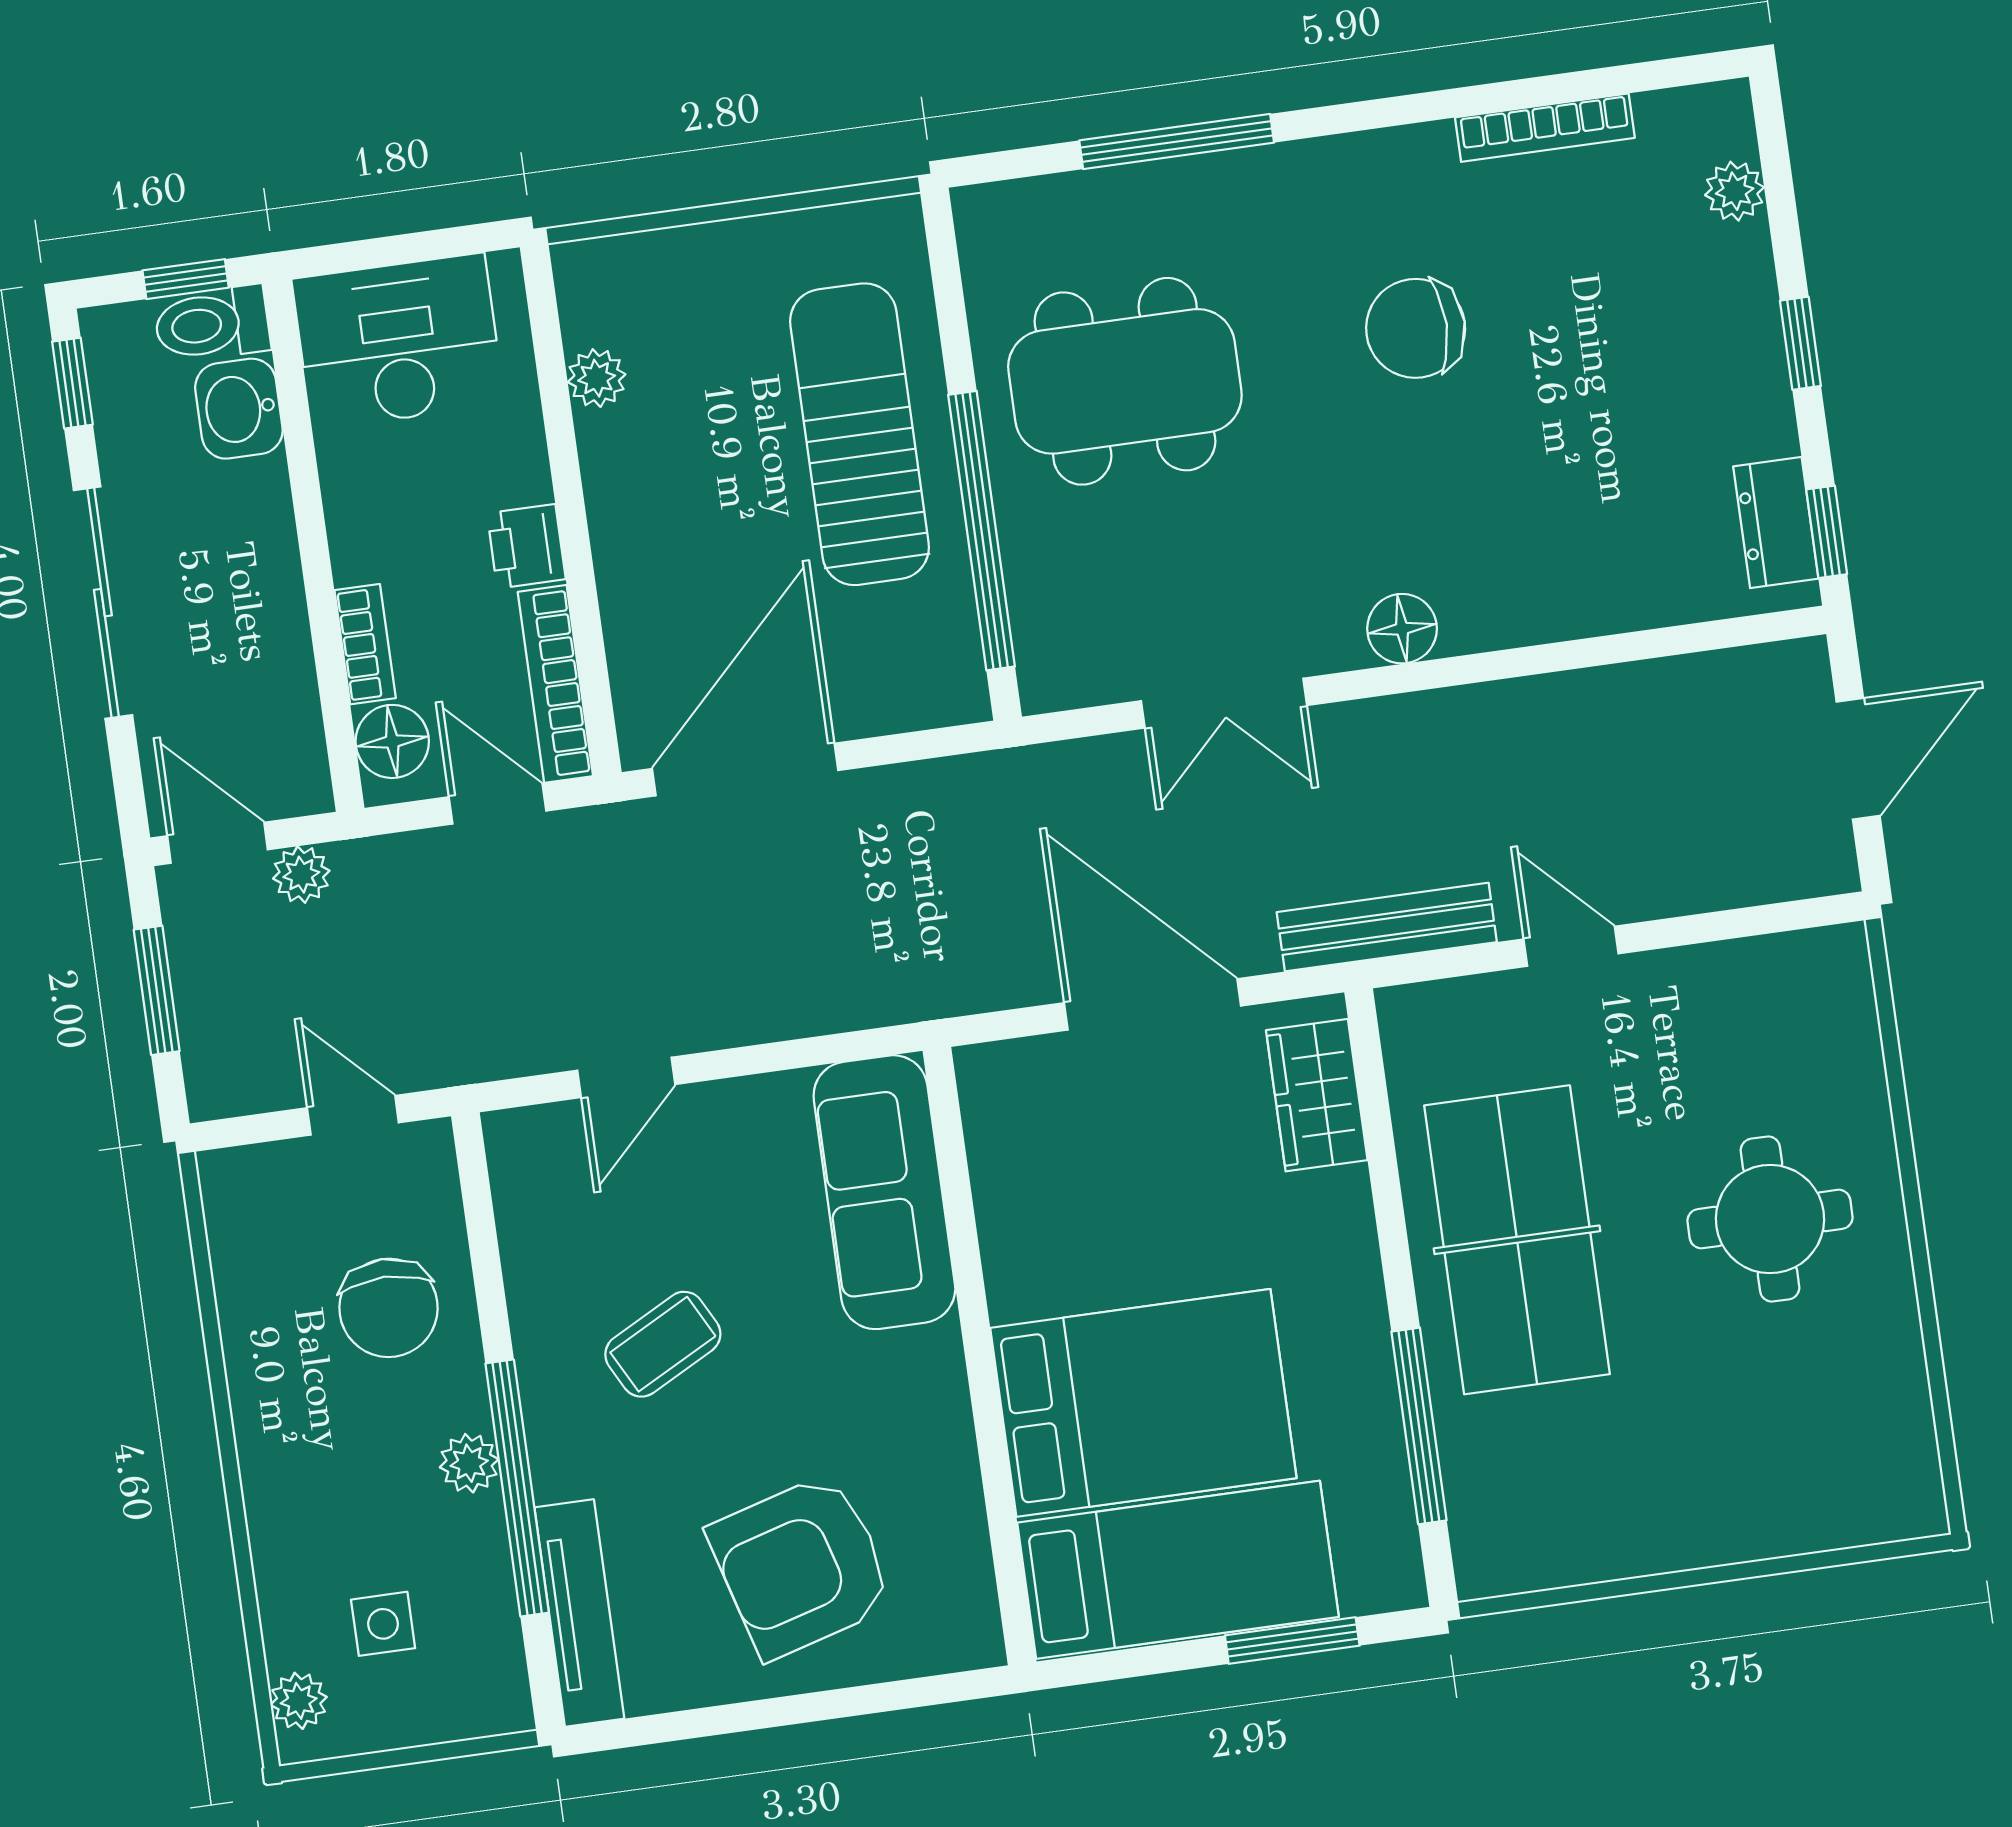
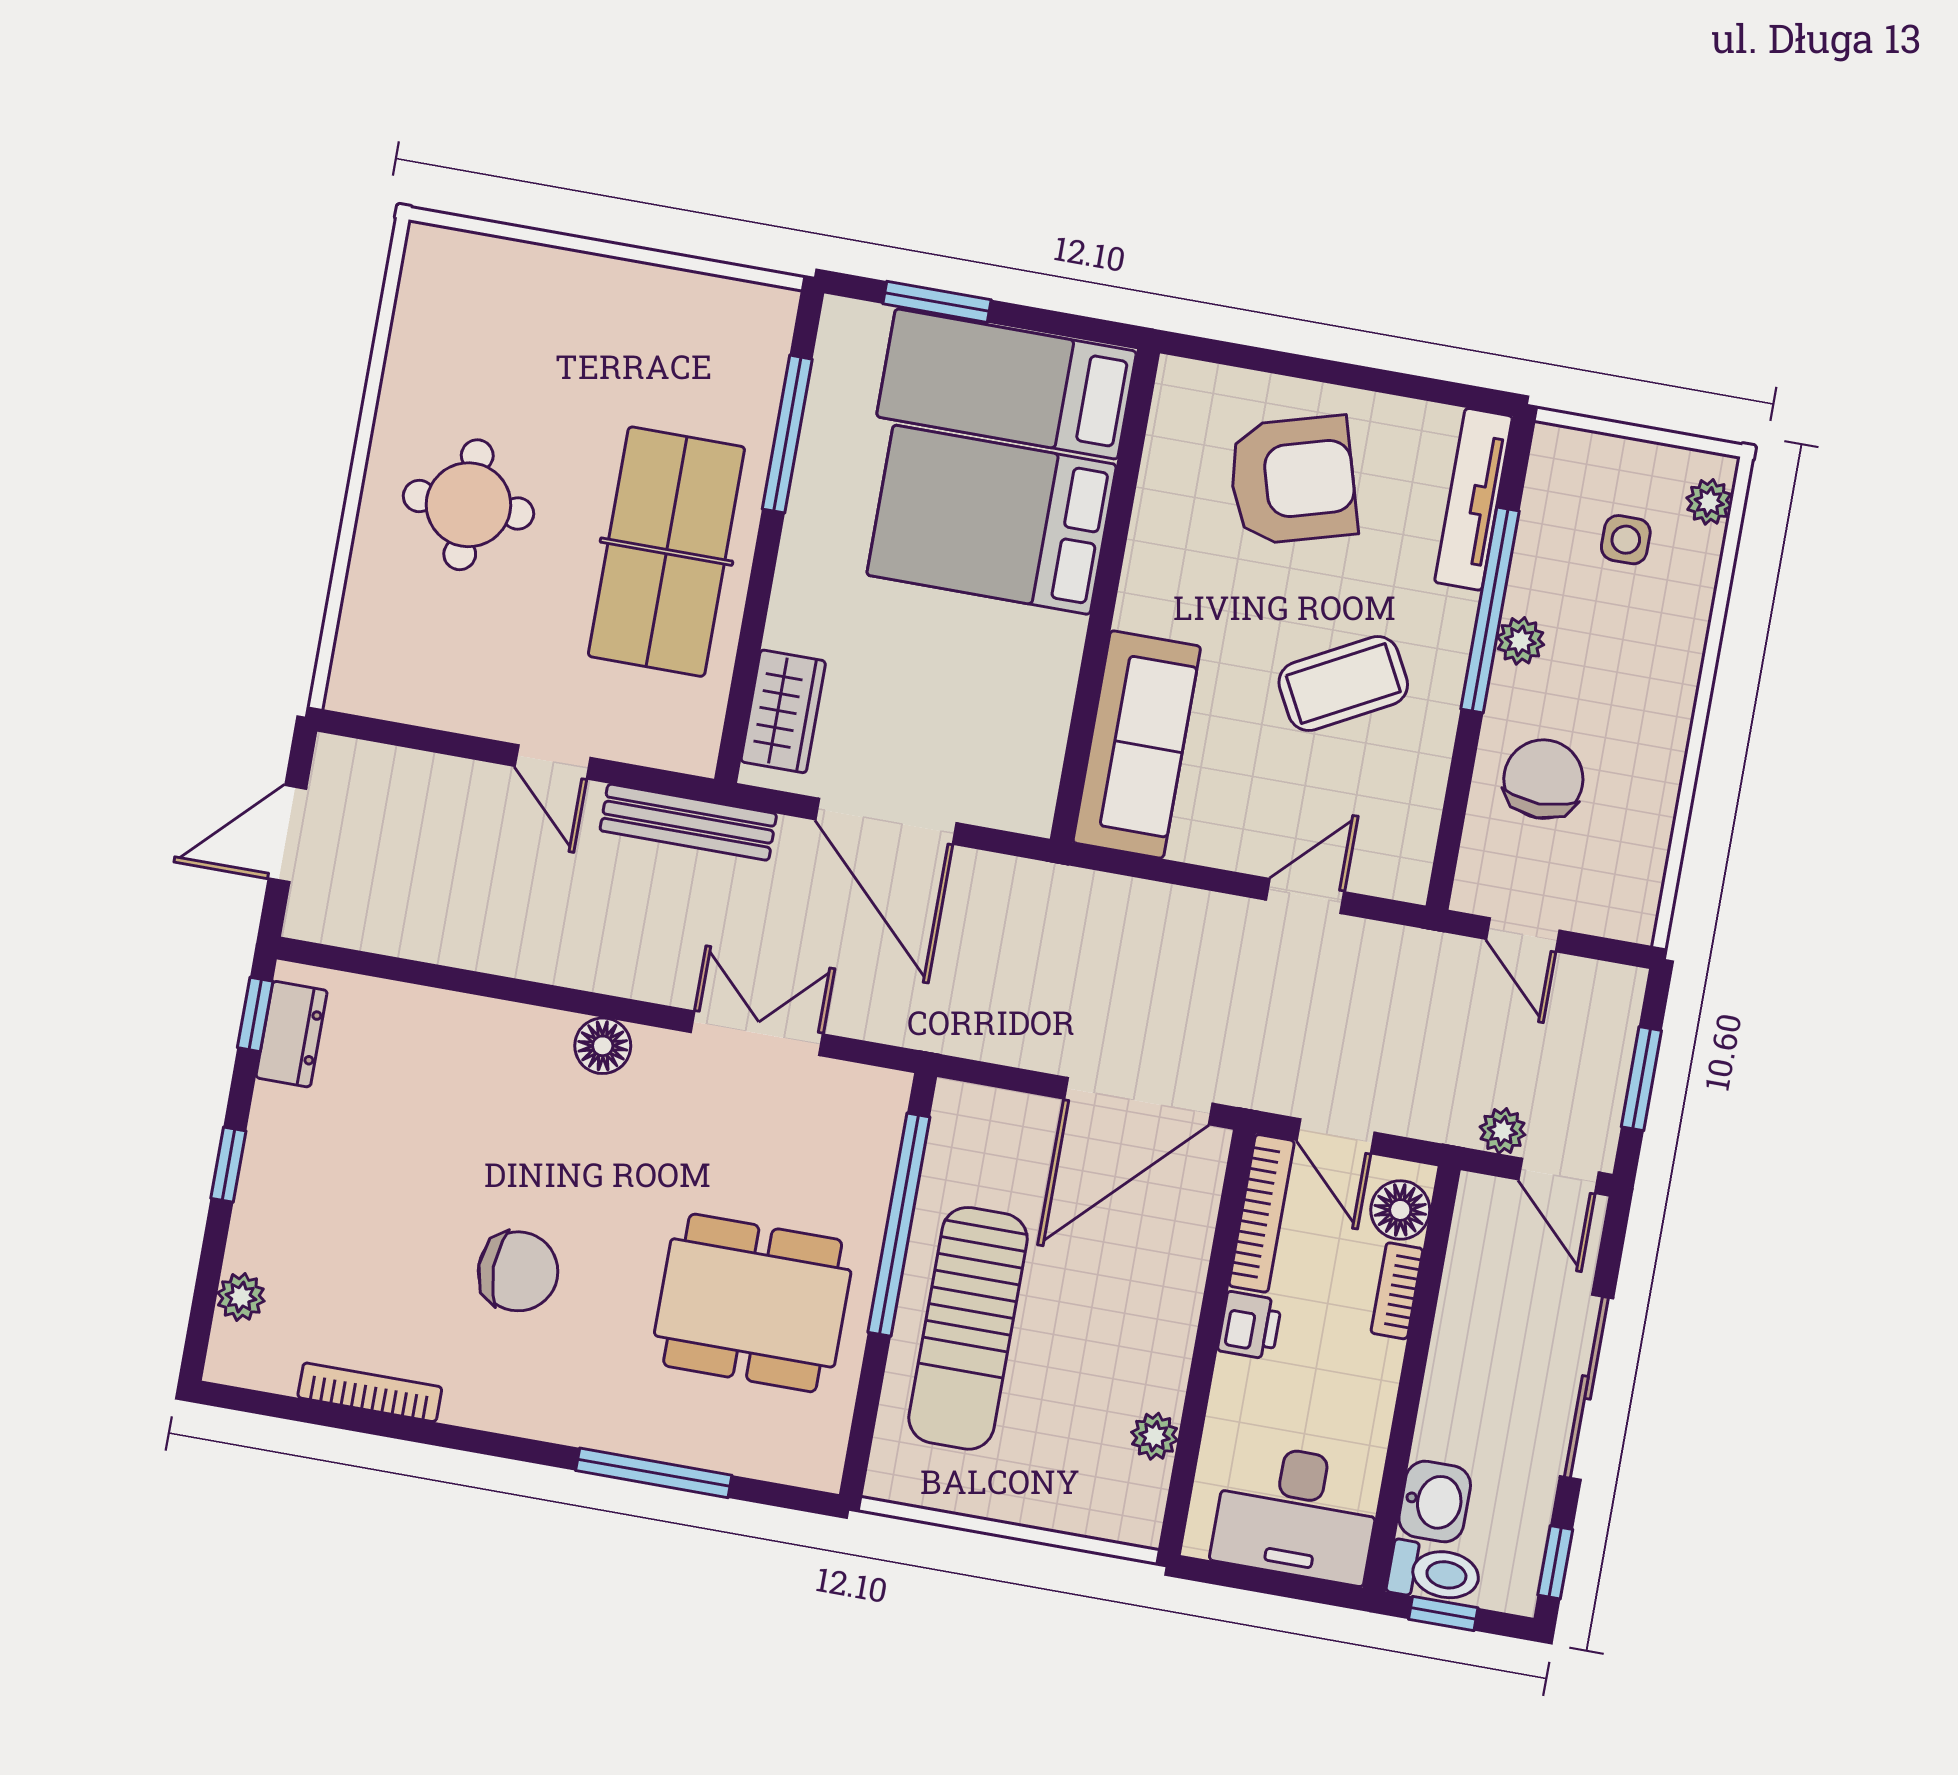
coffee table: (663, 1344) -> (1343, 684), width x1.36, depth x1.30

